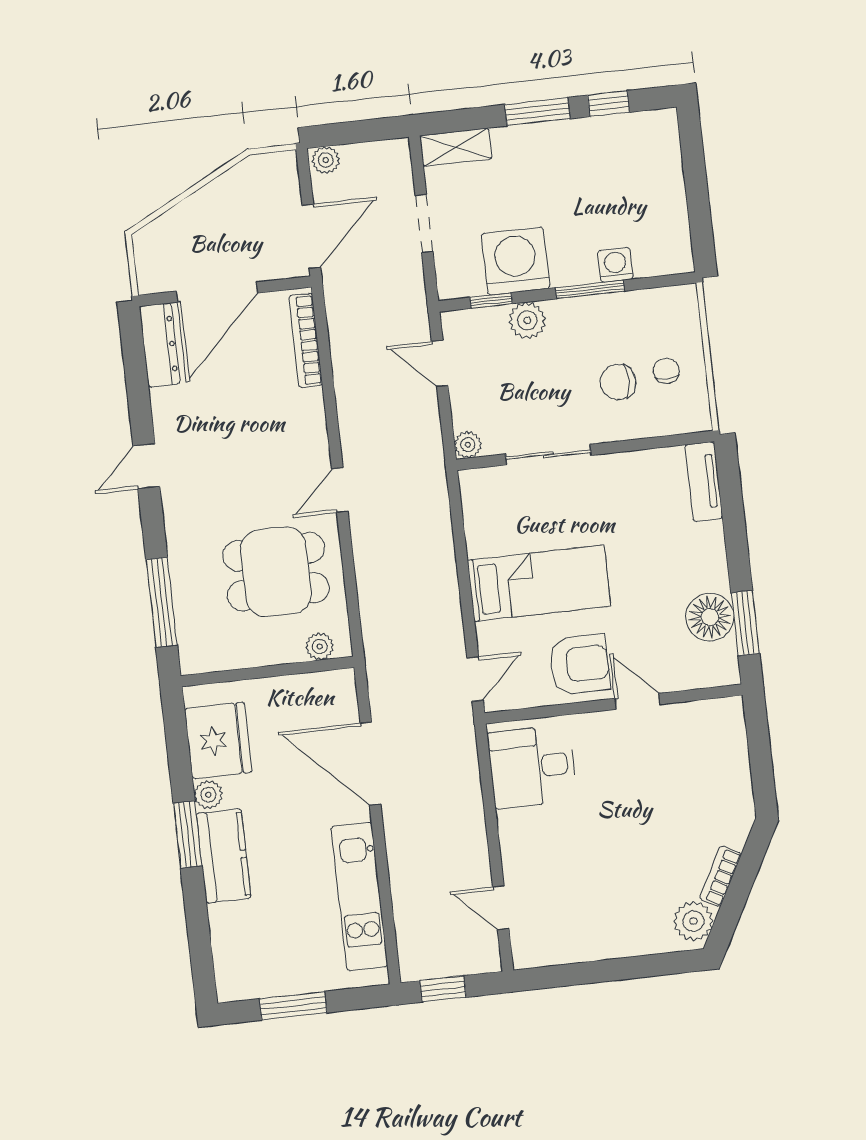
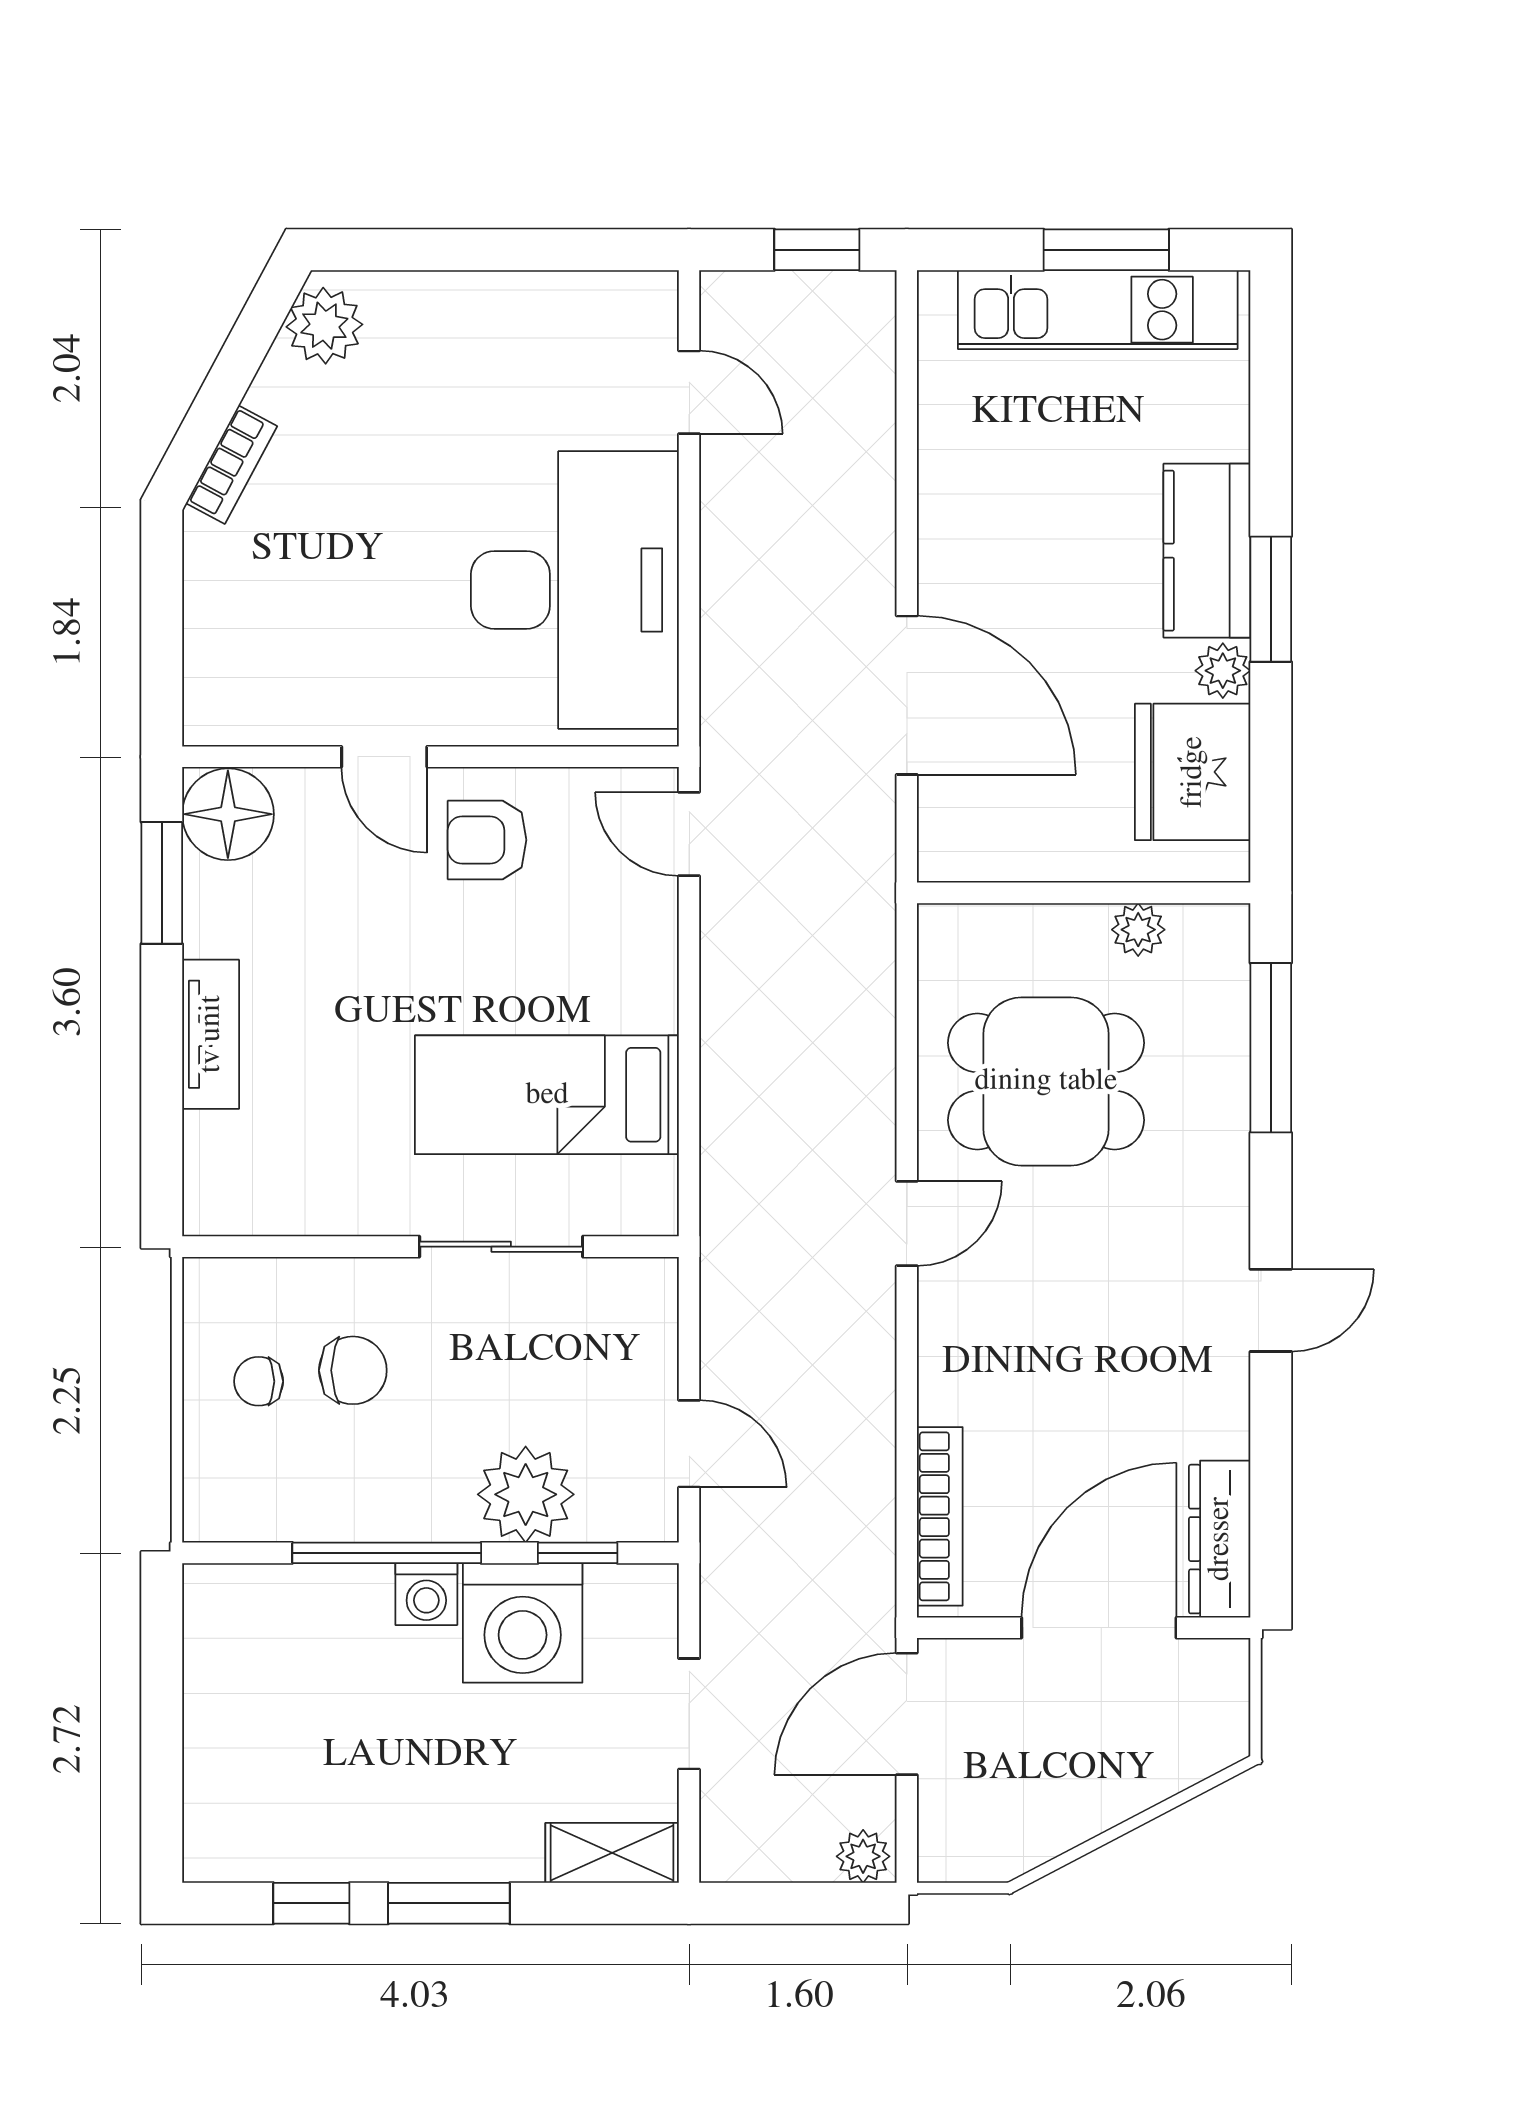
washing machine: (615, 265) -> (426, 1594), moved
window: (590, 289) -> (387, 1553), width x1.44
plant: (527, 320) -> (526, 1494), width x1.36, depth x1.36
chair: (666, 371) -> (259, 1381), turned 90
plant: (468, 445) -> (653, 1283), removed
tv unit: (704, 482) -> (211, 1034), moved
bed: (539, 583) -> (547, 1095), moved
floor lamp: (710, 617) -> (228, 814), moved
plant: (320, 646) -> (1138, 930), moved
armchair: (579, 664) -> (487, 840), width x0.72, depth x0.72
door: (475, 679) -> (689, 834), hinge flipped
desk: (532, 767) -> (575, 590), width x1.87, depth x1.30
bookcase: (720, 876) -> (232, 465), moved
kitchen unit: (359, 897) -> (1098, 310), moved, turned 90

